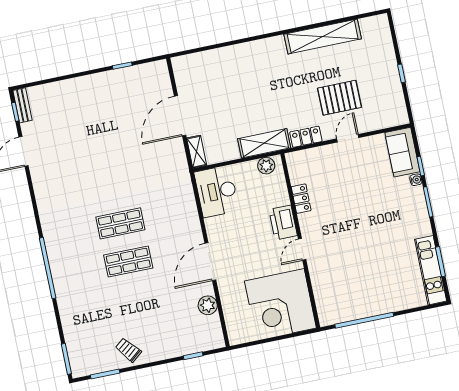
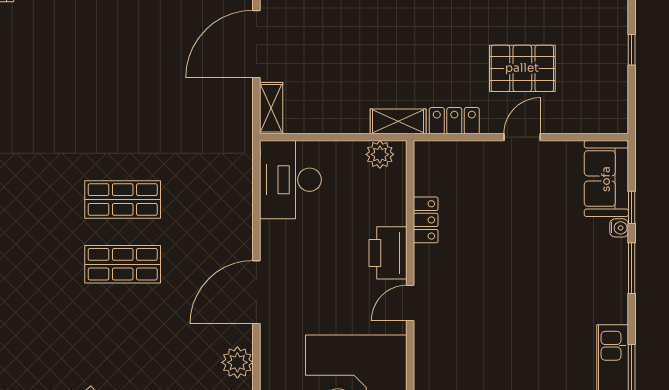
shelving: (264, 143) -> (398, 121), width x0.67, depth x0.75

